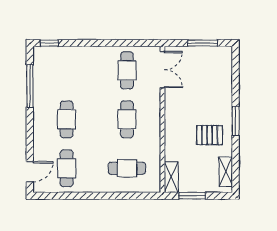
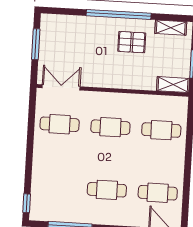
window: (236, 121) -> (119, 14), width x2.11
pallet: (210, 135) -> (132, 42), turned 90
cafe table: (127, 168) -> (161, 130), turned 90

